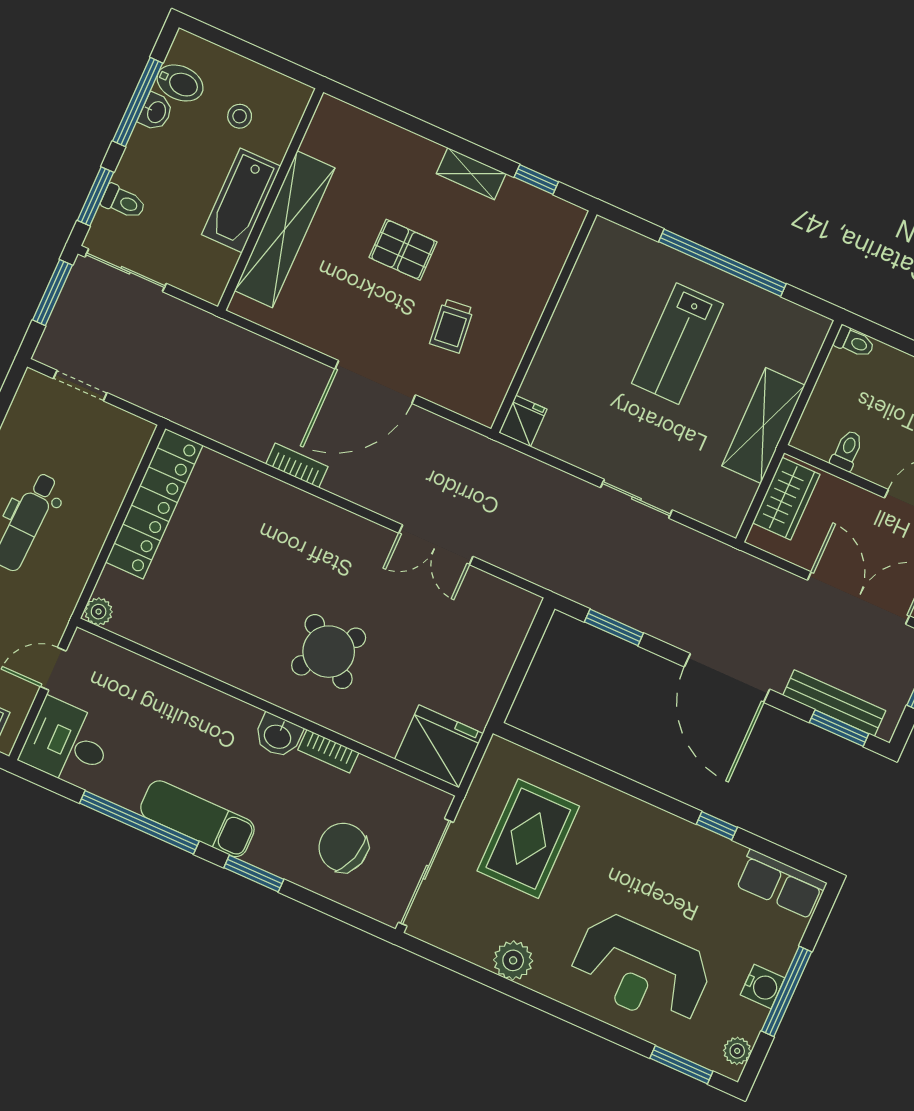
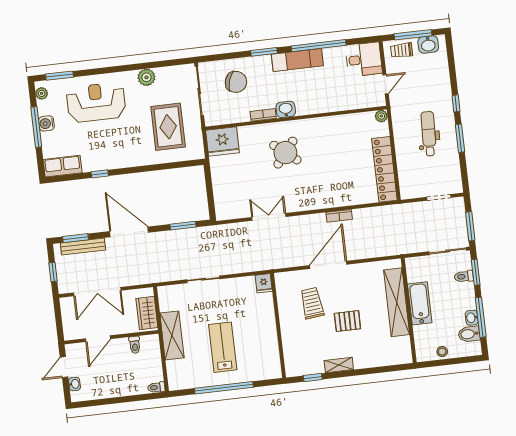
stool: (240, 116) -> (442, 352), moved
trolley: (452, 326) -> (312, 303), width x1.36, depth x1.39

